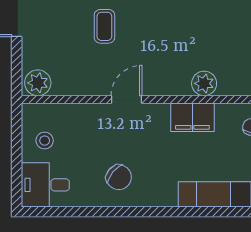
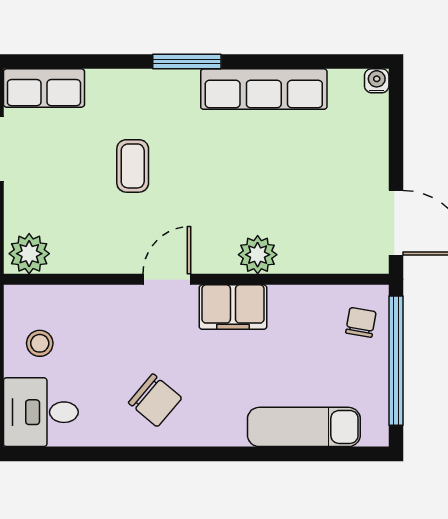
plant: (204, 83) -> (258, 255), moved
filing cabinet: (192, 117) -> (233, 307), moved

